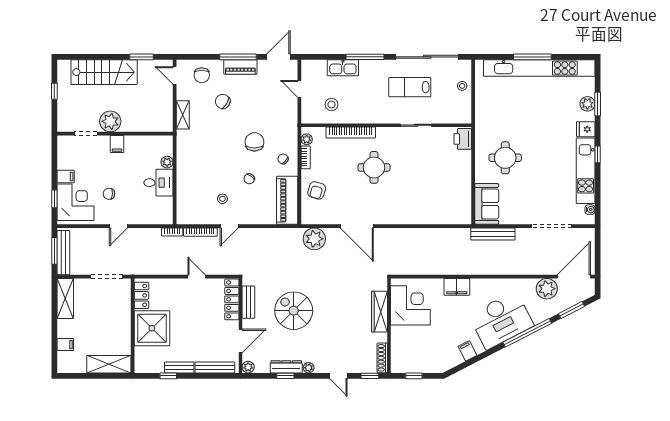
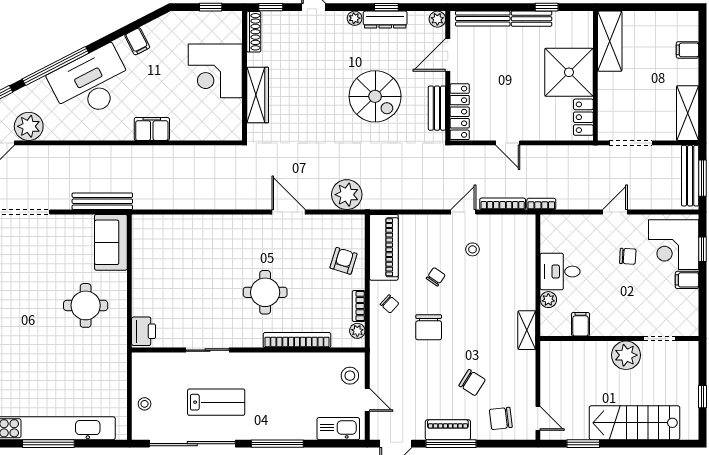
kitchen sink: (343, 68) -> (338, 429), moved
chair: (202, 75) -> (501, 418), turned -97
stool: (332, 104) -> (350, 376), moved
shelving: (183, 115) -> (527, 330), moved
filing cabinet: (117, 144) -> (581, 324), moved
door: (357, 226) -> (289, 212), width x0.73
corner desk: (410, 305) -> (215, 71), moved
shelving: (109, 364) -> (610, 41), moved, turned 90

